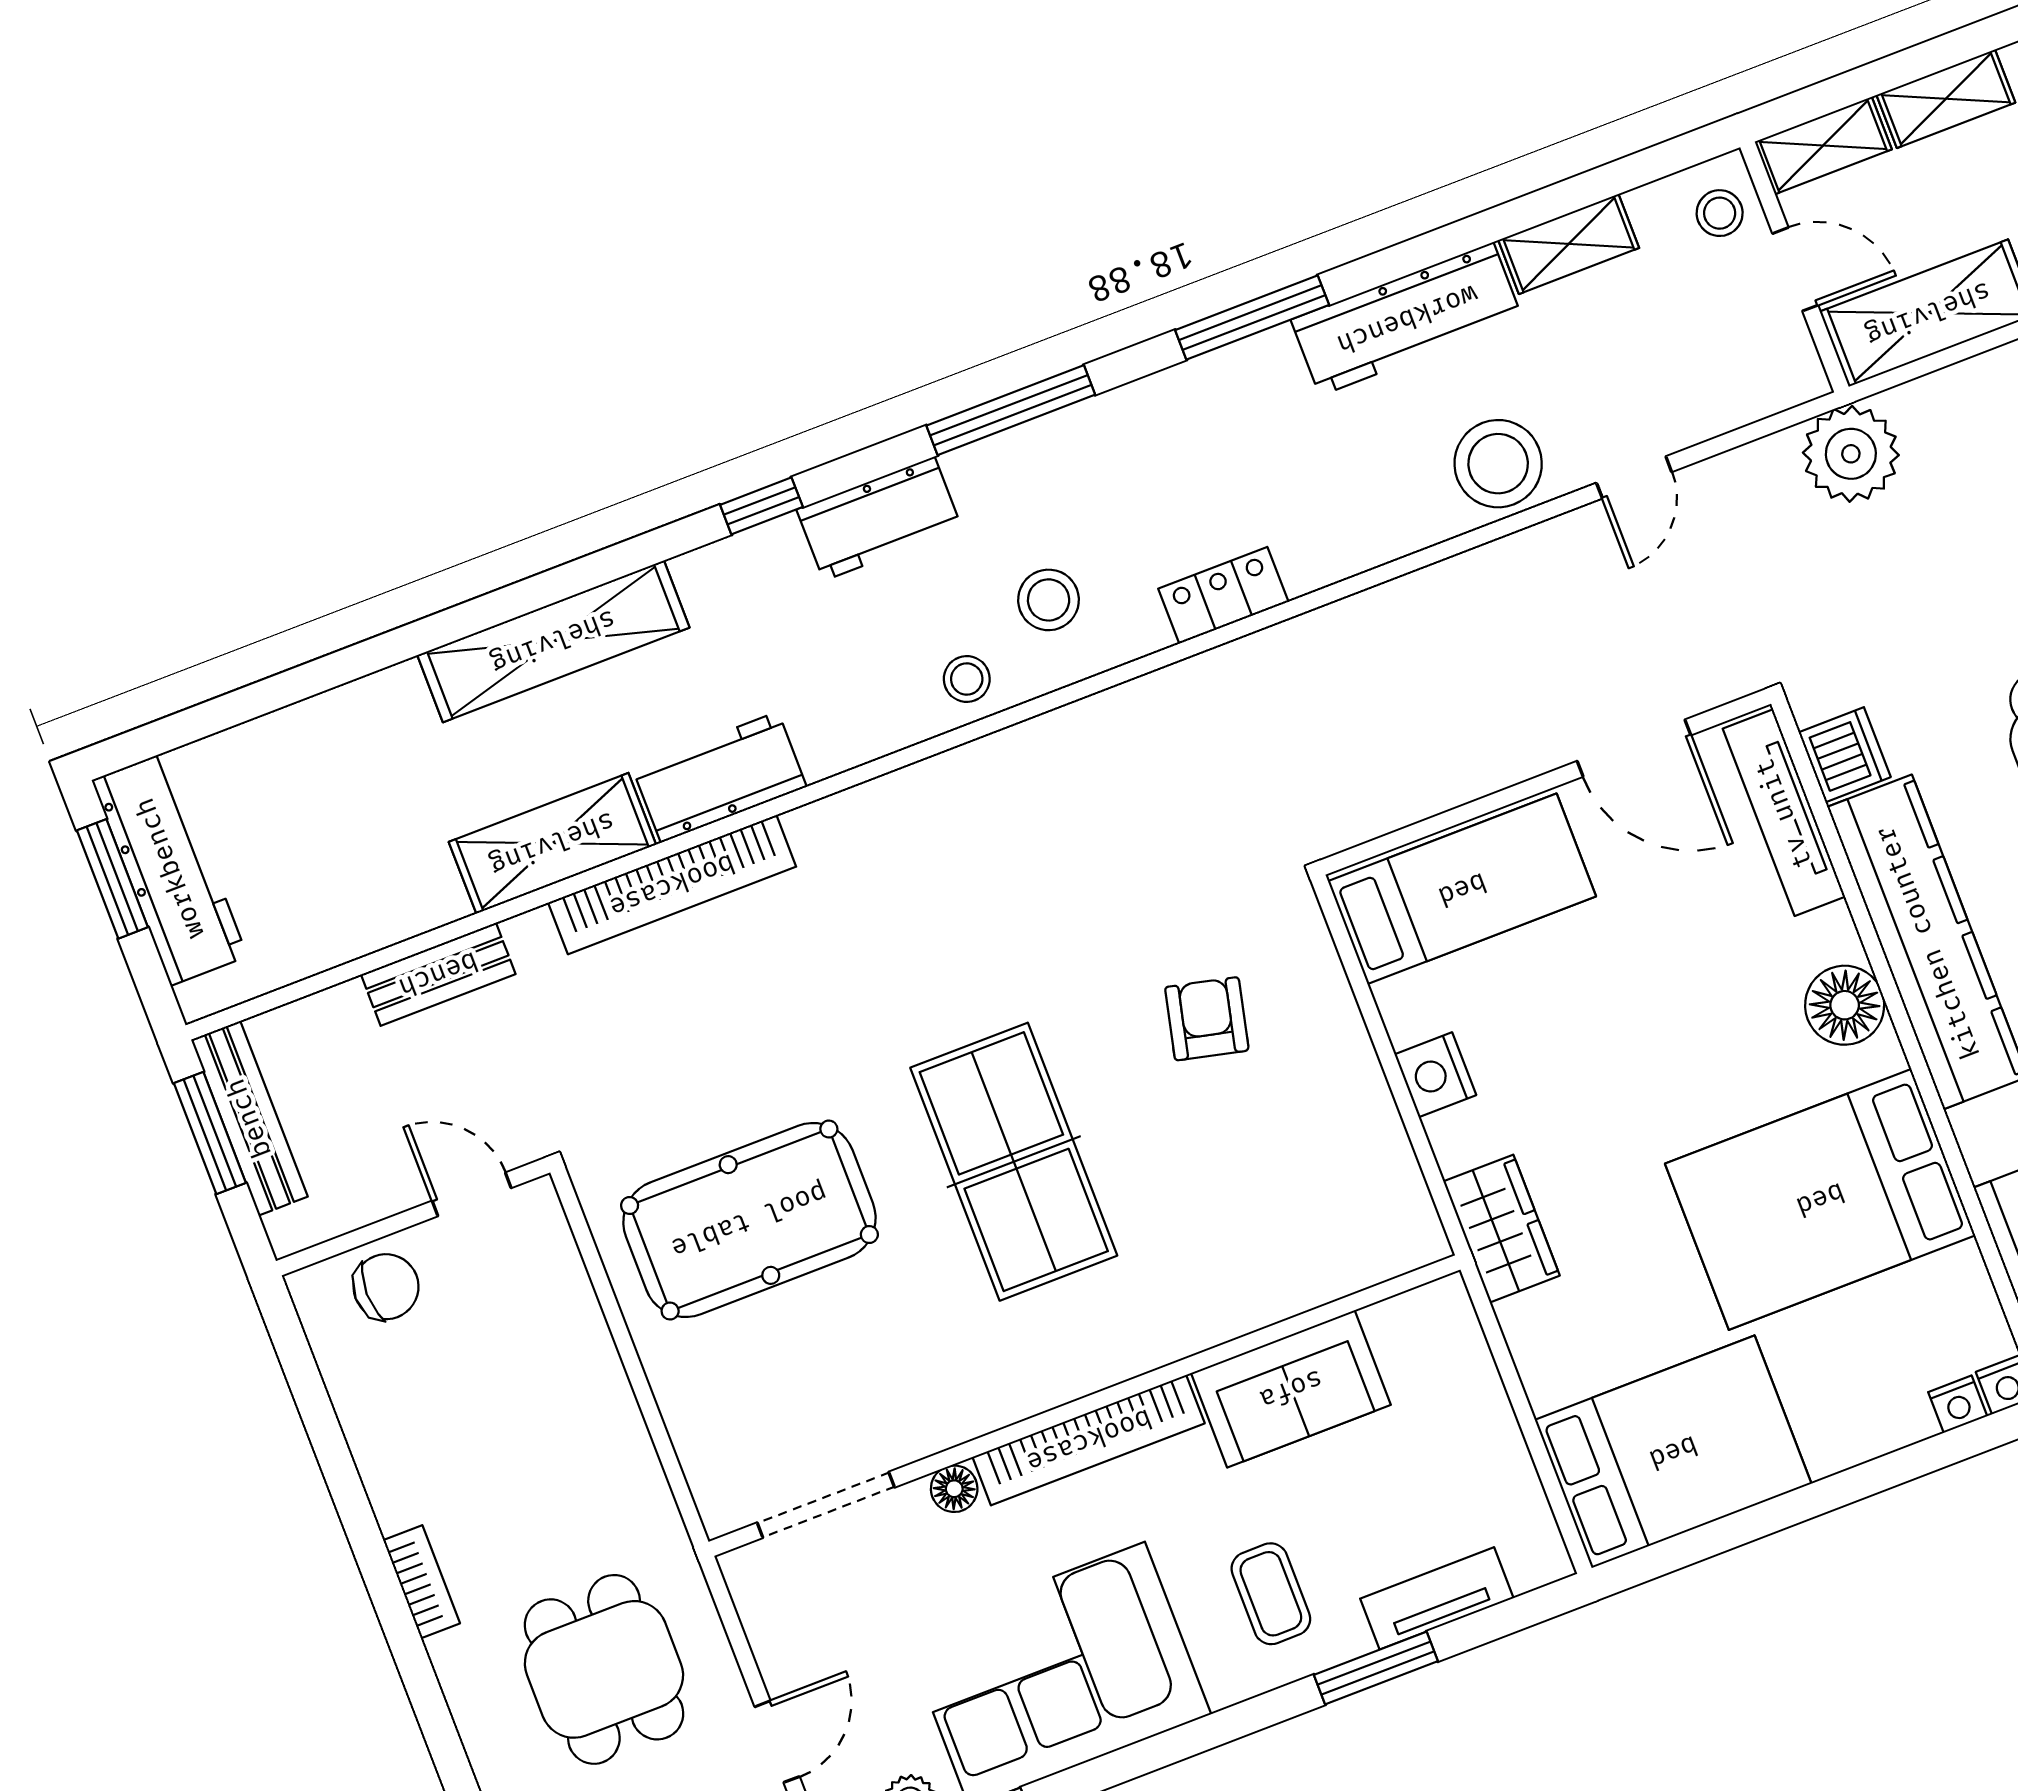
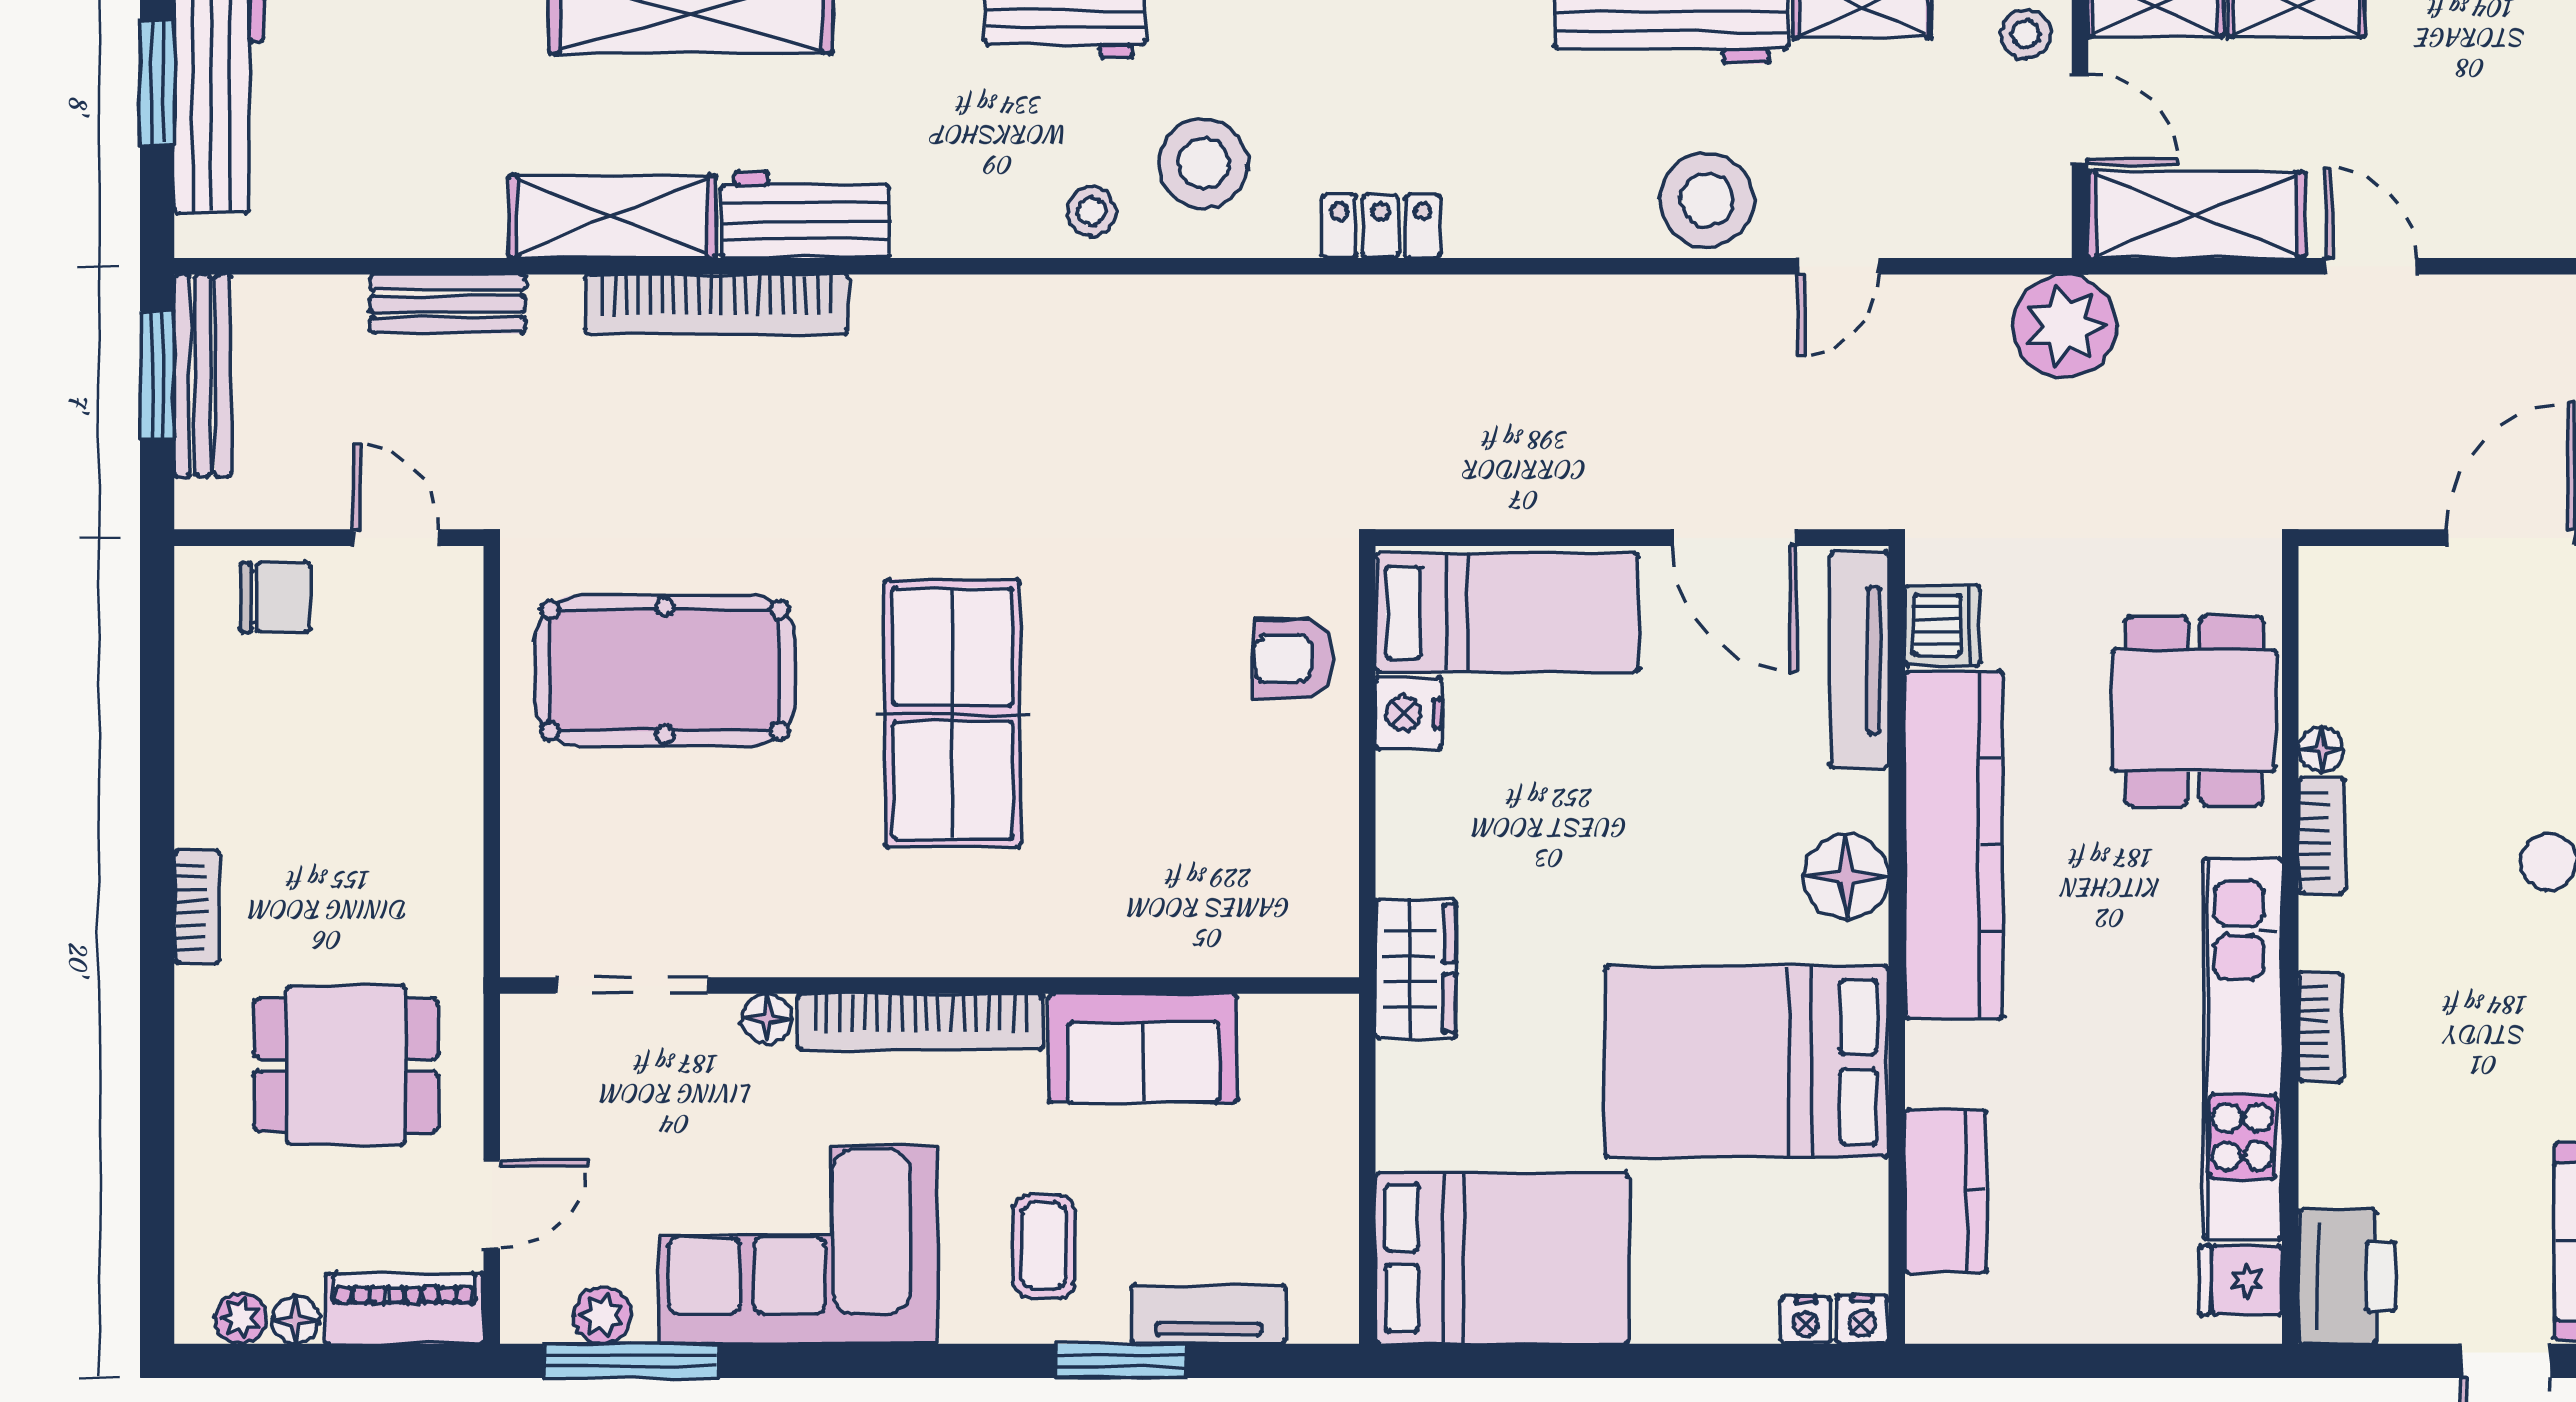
stool: (1049, 600) -> (1204, 164), width x1.38, depth x1.38
armchair: (1207, 1019) -> (1294, 658), moved, turned -103
nightstand: (1435, 1075) -> (1409, 713), moved
dining table: (604, 1669) -> (346, 1065), turned 90

